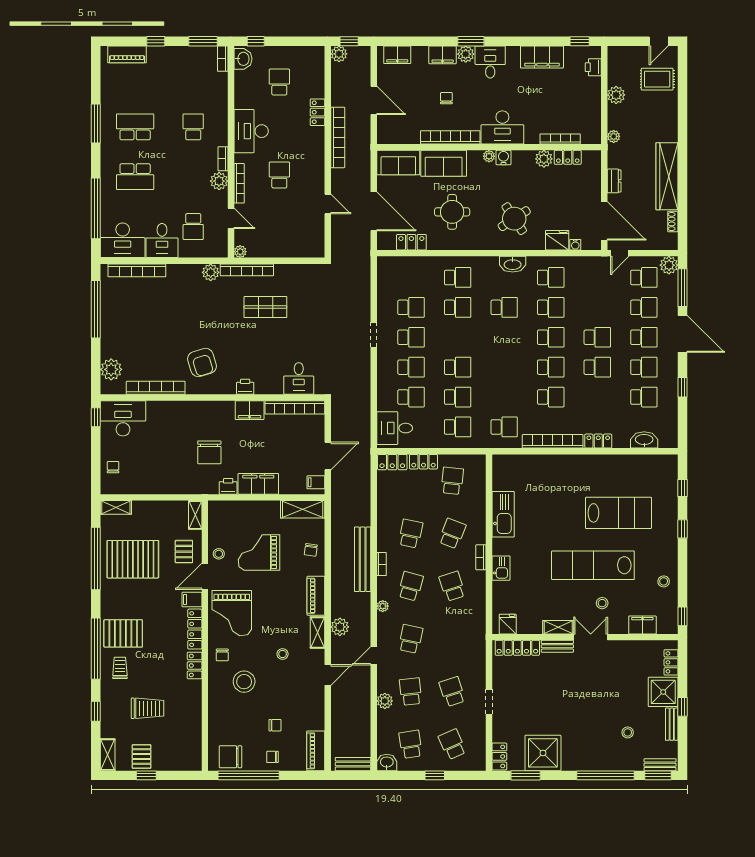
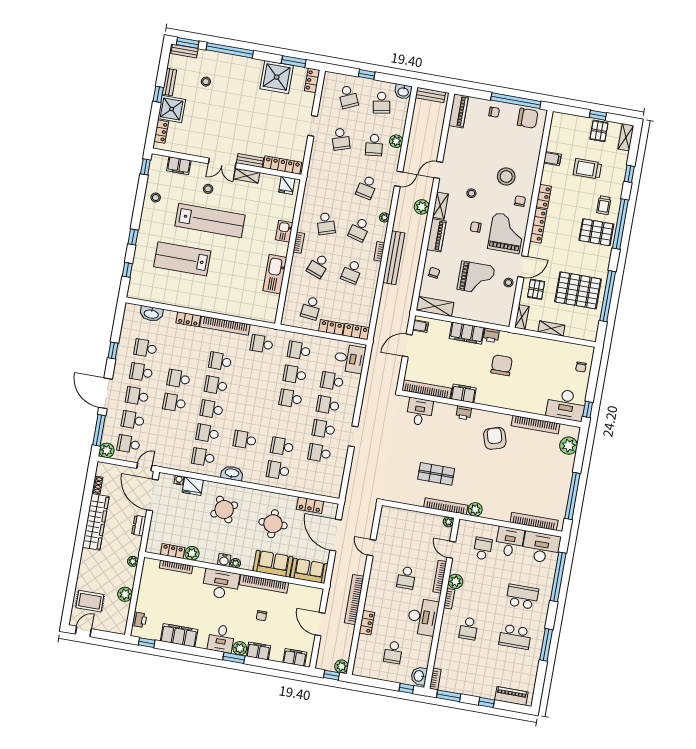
shelving: (116, 507) -> (551, 329), moved
filing cabinet: (192, 600) -> (552, 159), moved
chair: (275, 725) -> (476, 227), moved

